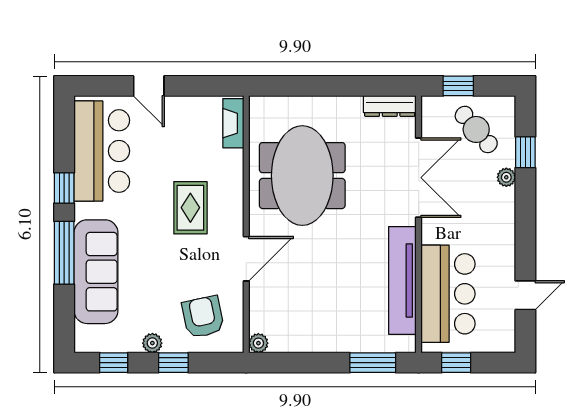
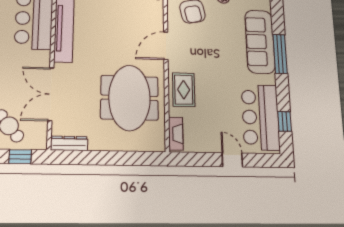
window: (64, 188) -> (285, 121), moved
rug: (190, 208) -> (184, 90), moved

